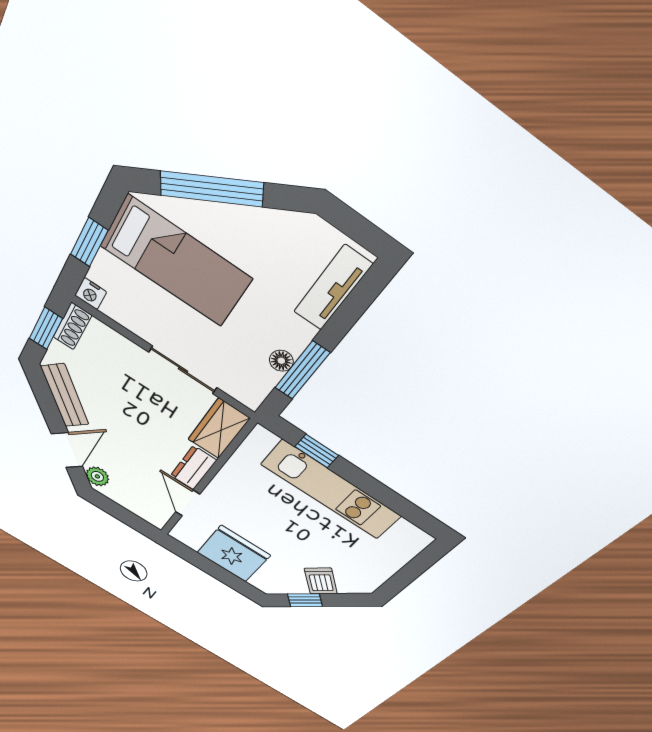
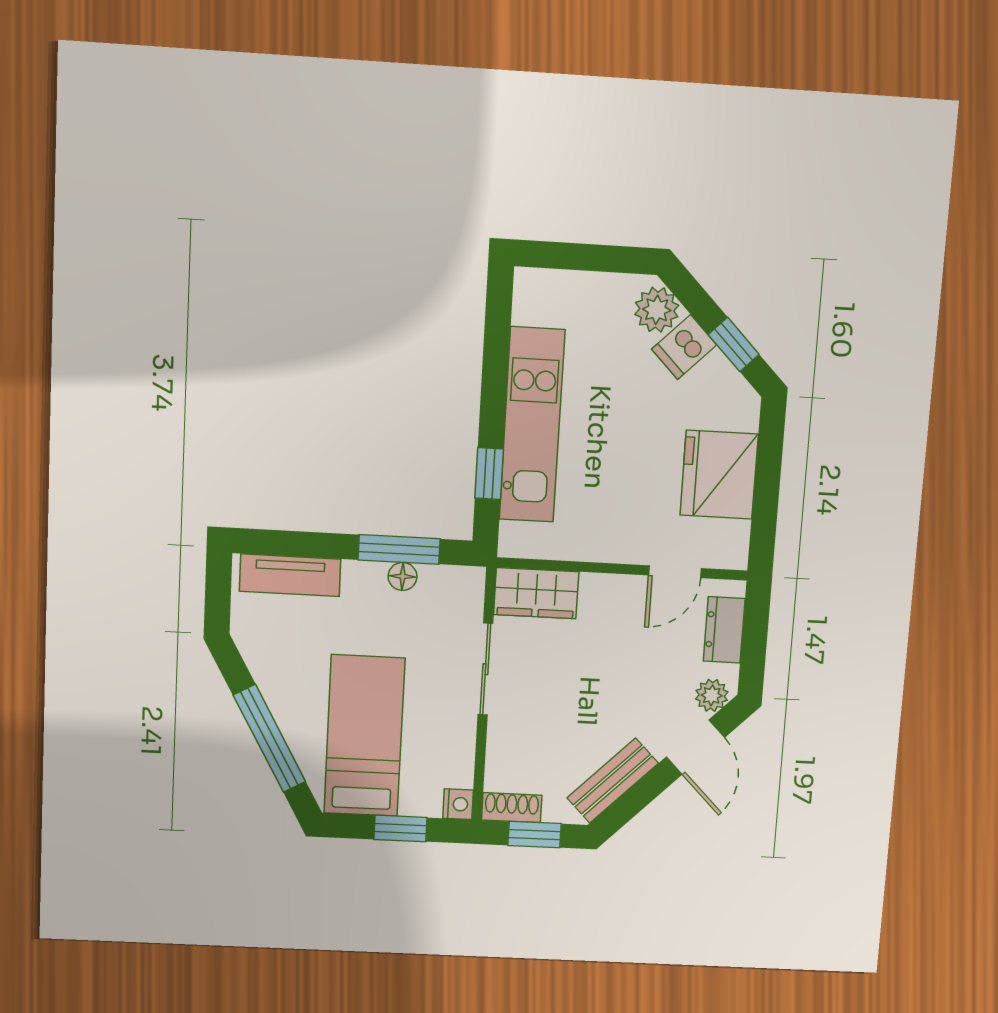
door: (67, 450) -> (695, 747), swing flipped
dresser: (193, 468) -> (724, 630), moved, turned 90
plant: (352, 582) -> (657, 310), added

